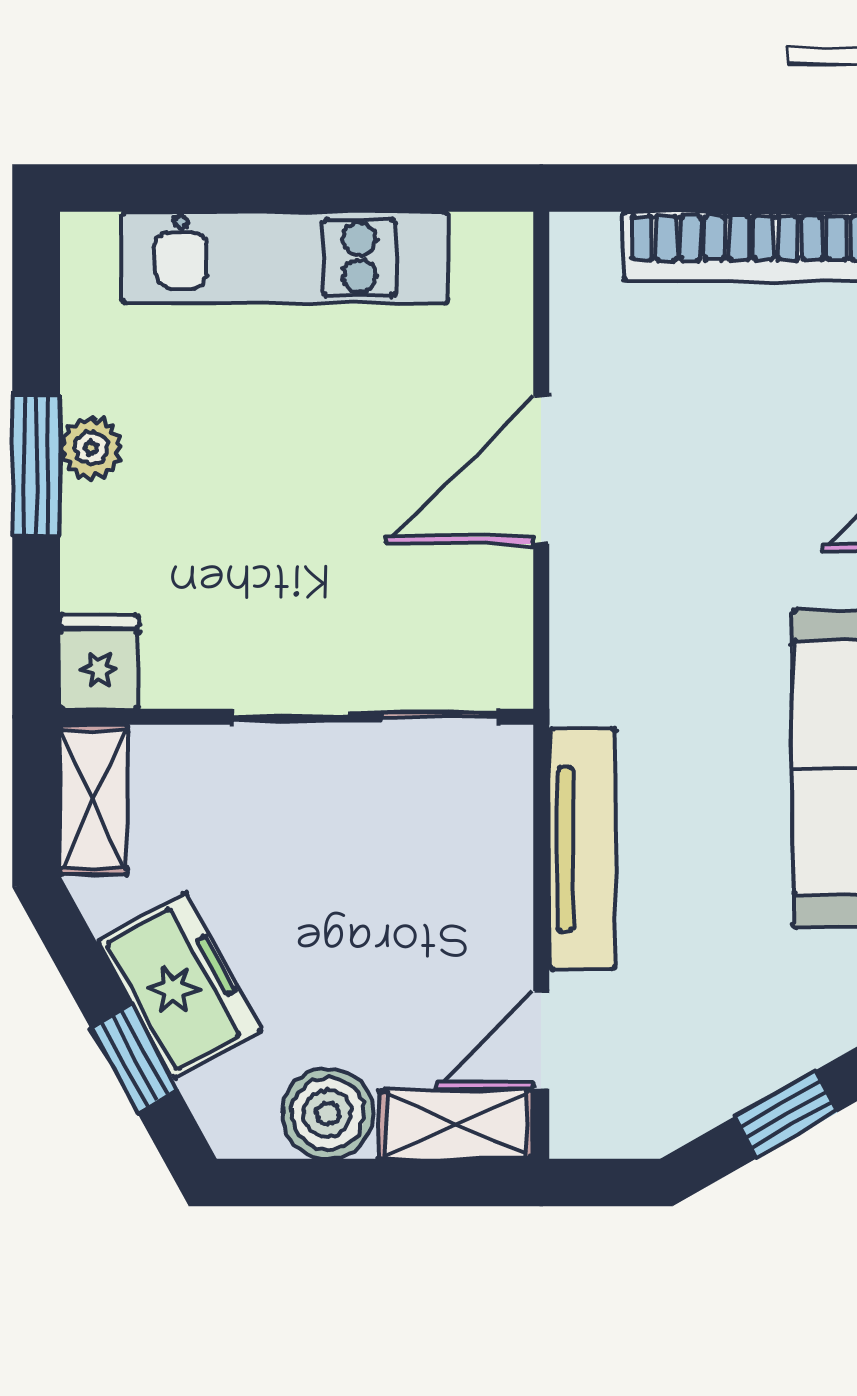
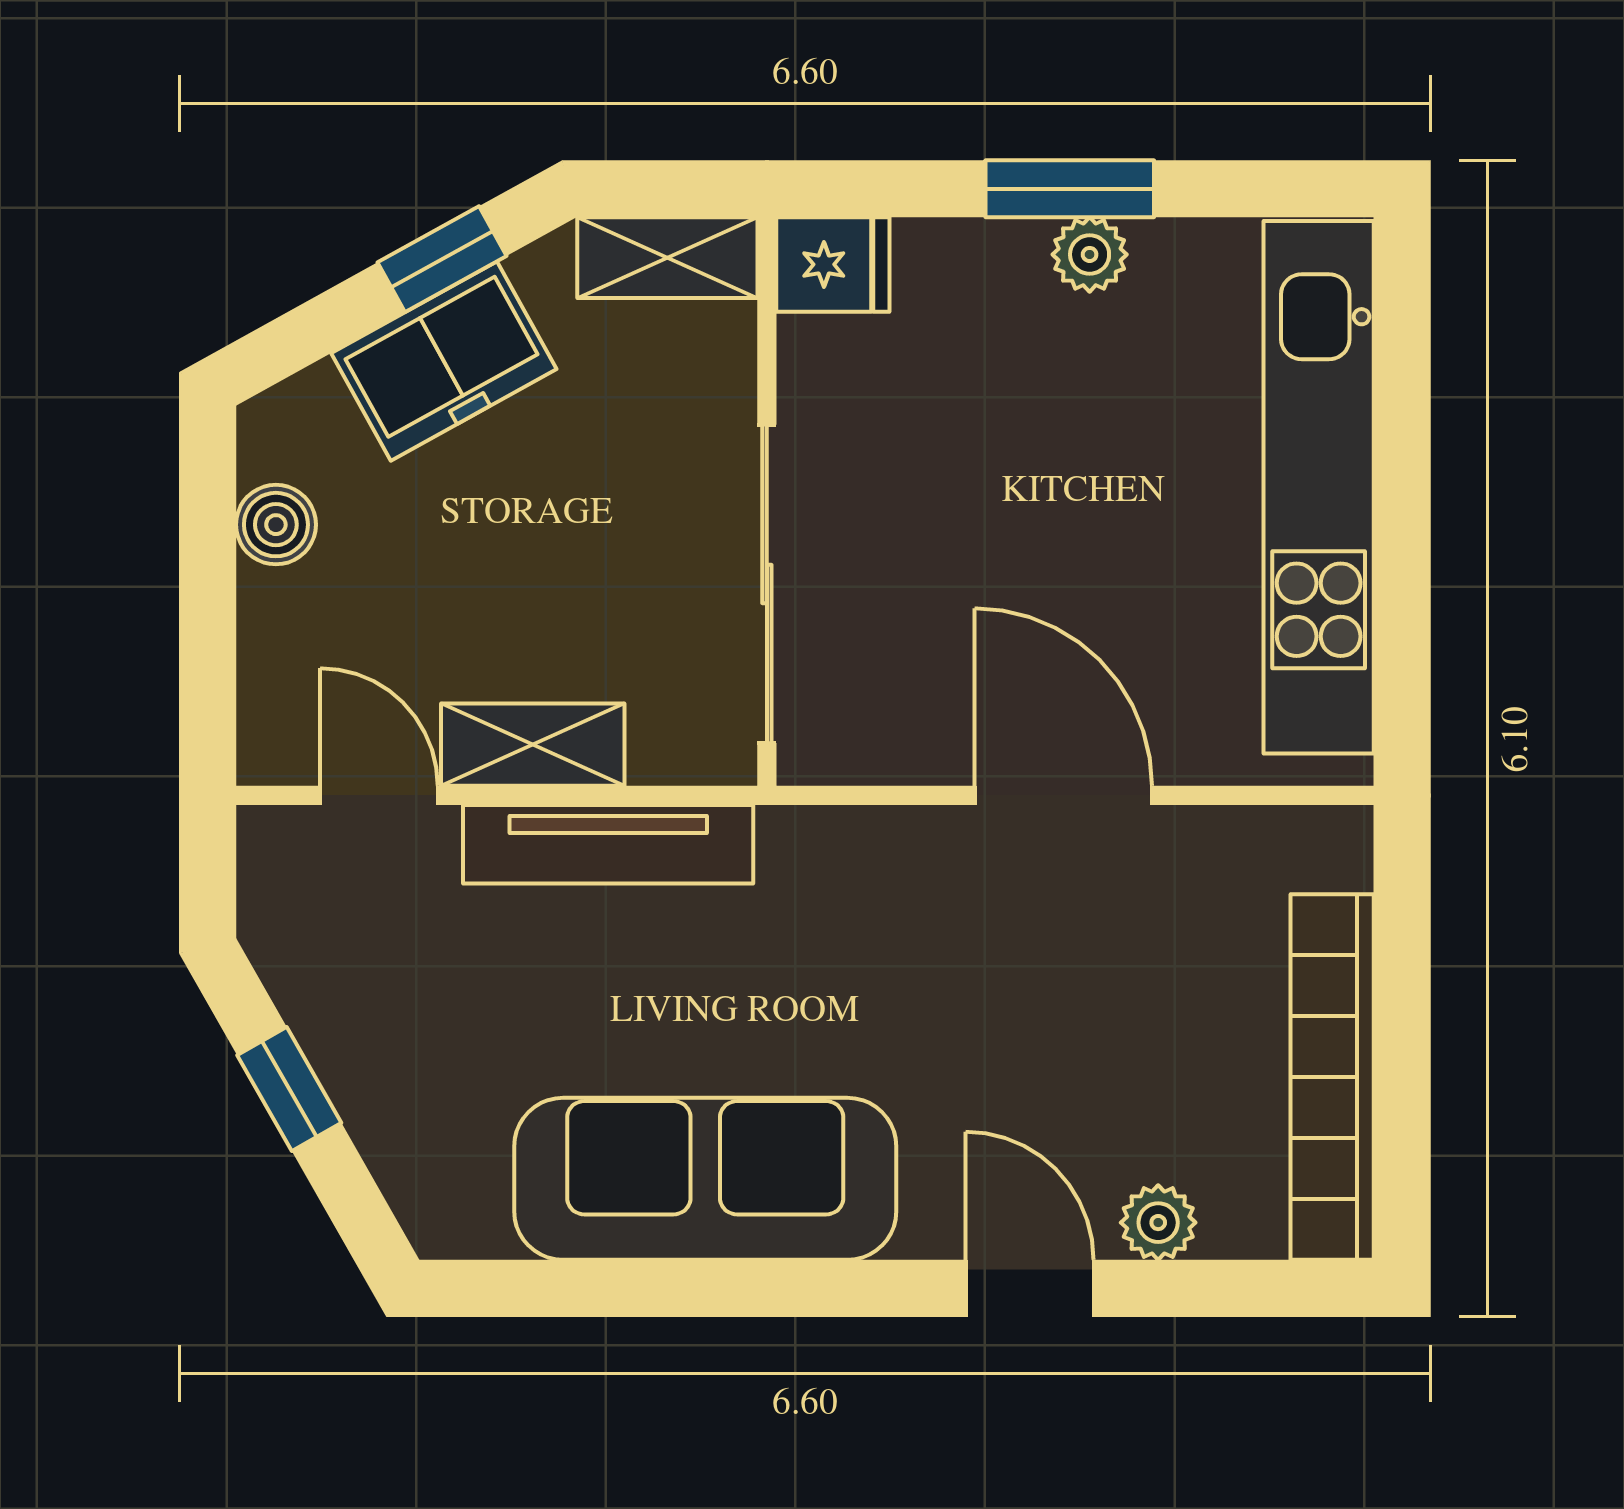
kitchen unit: (285, 257) -> (1319, 487), width x1.36
window: (134, 1058) -> (442, 259), moved
boiler: (328, 1114) -> (276, 525), width x0.73, depth x0.73
shelving: (456, 1124) -> (533, 745), moved, turned 90

